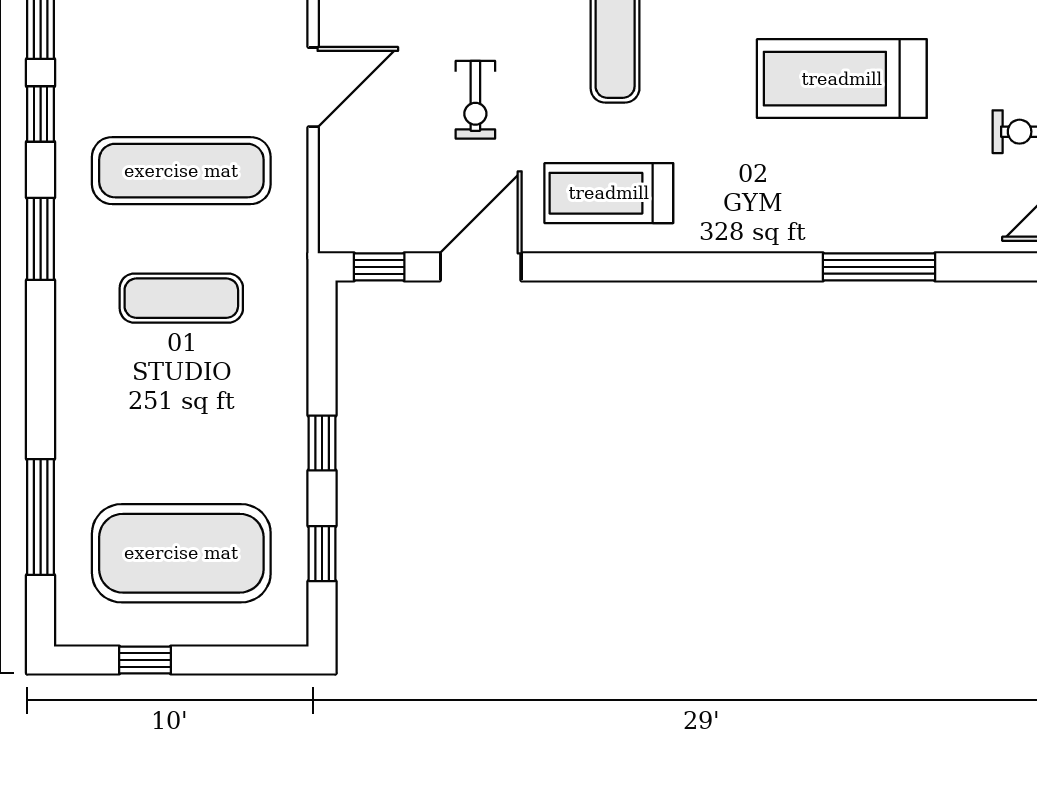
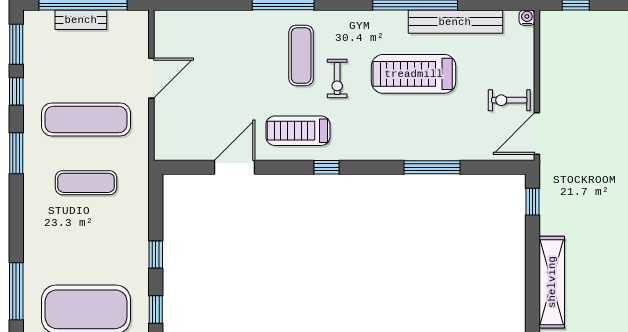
exercise bike: (475, 100) -> (337, 79), moved
window: (379, 267) -> (326, 167), moved

